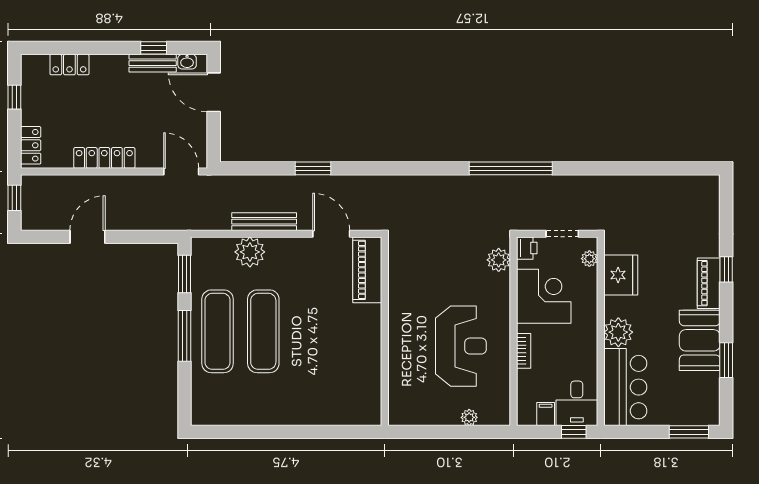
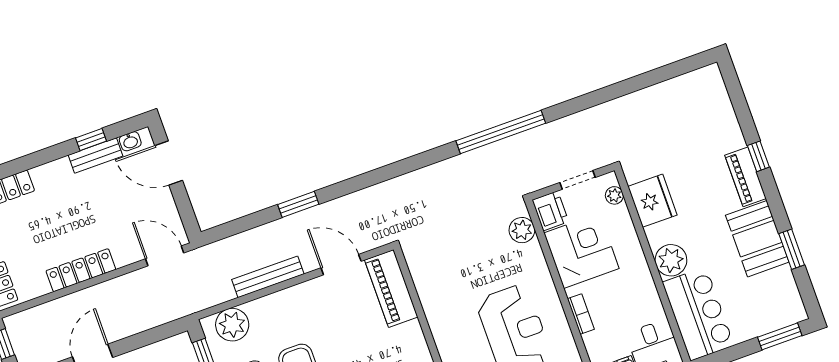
printer: (527, 248) -> (550, 211), width x1.36, depth x1.24
plant: (250, 252) -> (232, 325), moved

